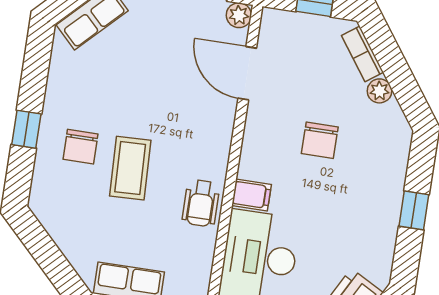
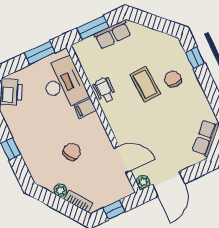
window: (26, 129) -> (195, 58), moved
chair: (320, 140) -> (72, 152), turned 58

